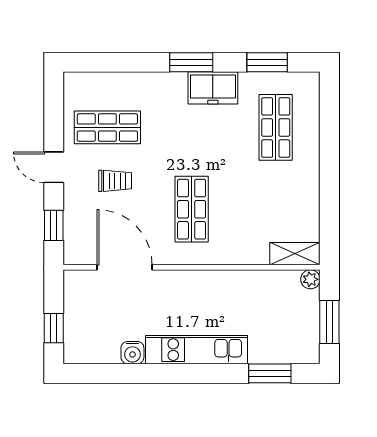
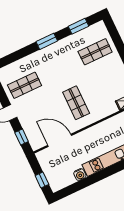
freezer: (213, 88) -> (61, 48), removed
shop shelf: (276, 127) -> (95, 52), turned 90
trolley: (115, 181) -> (38, 106), removed

